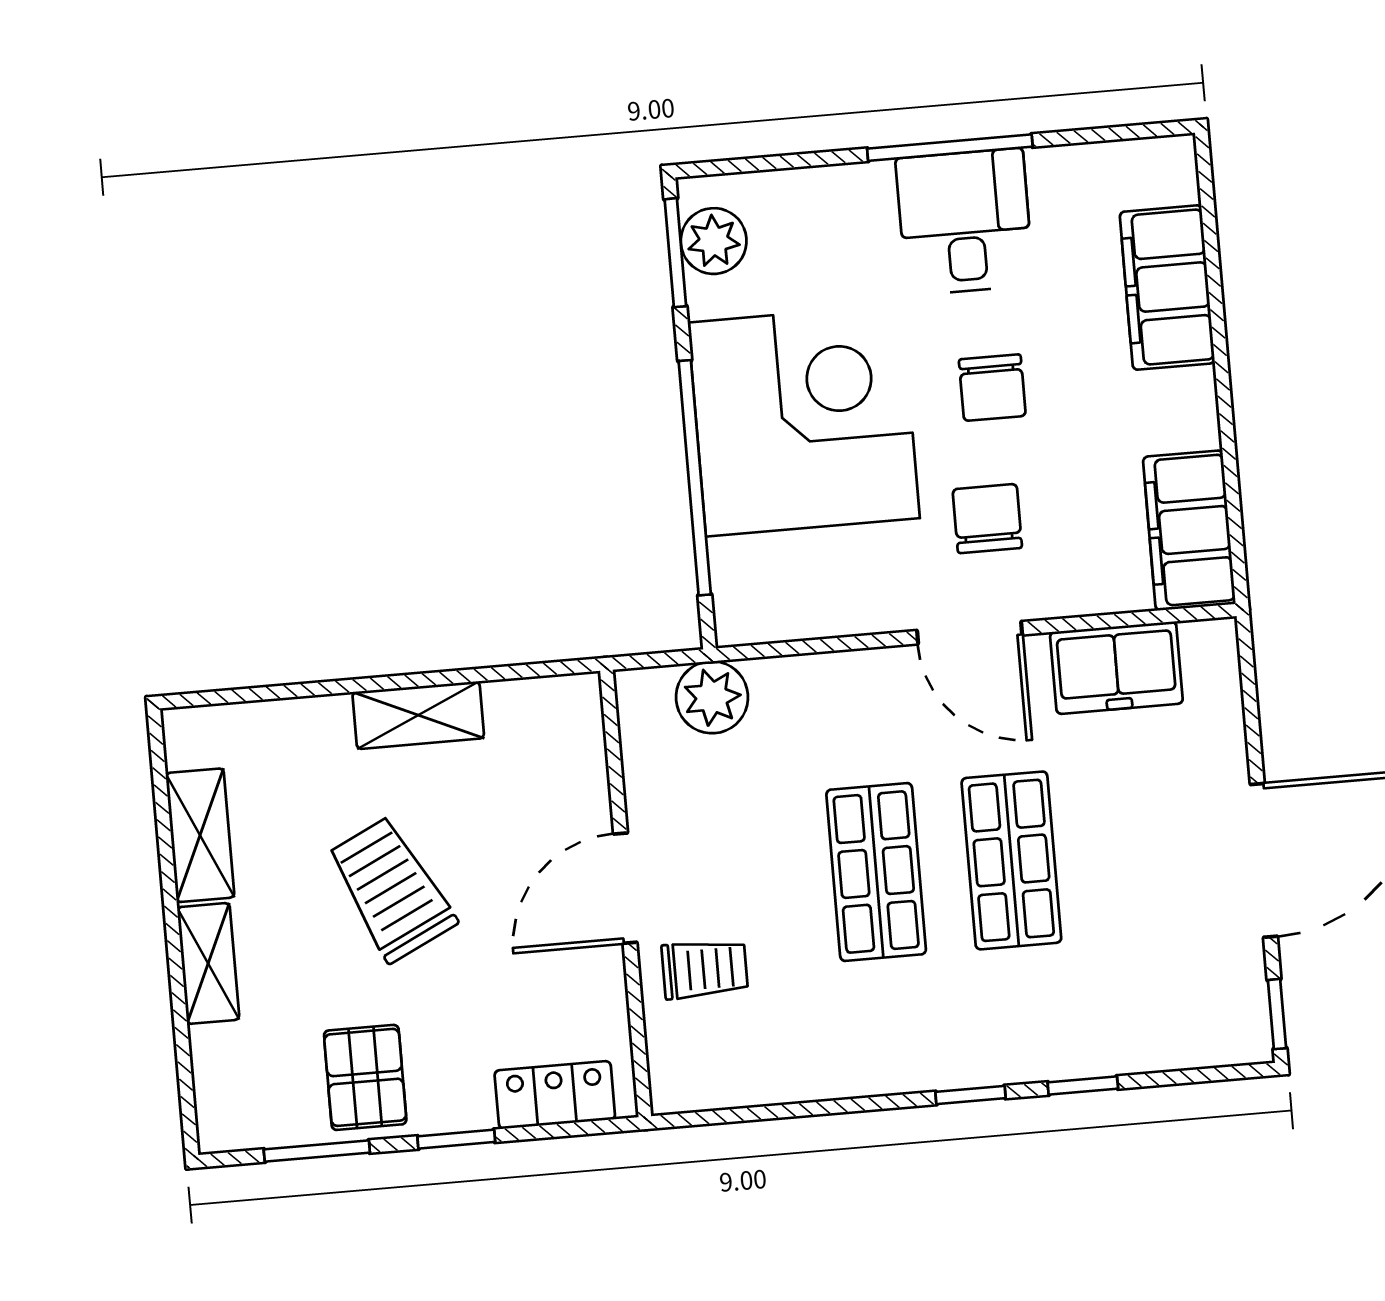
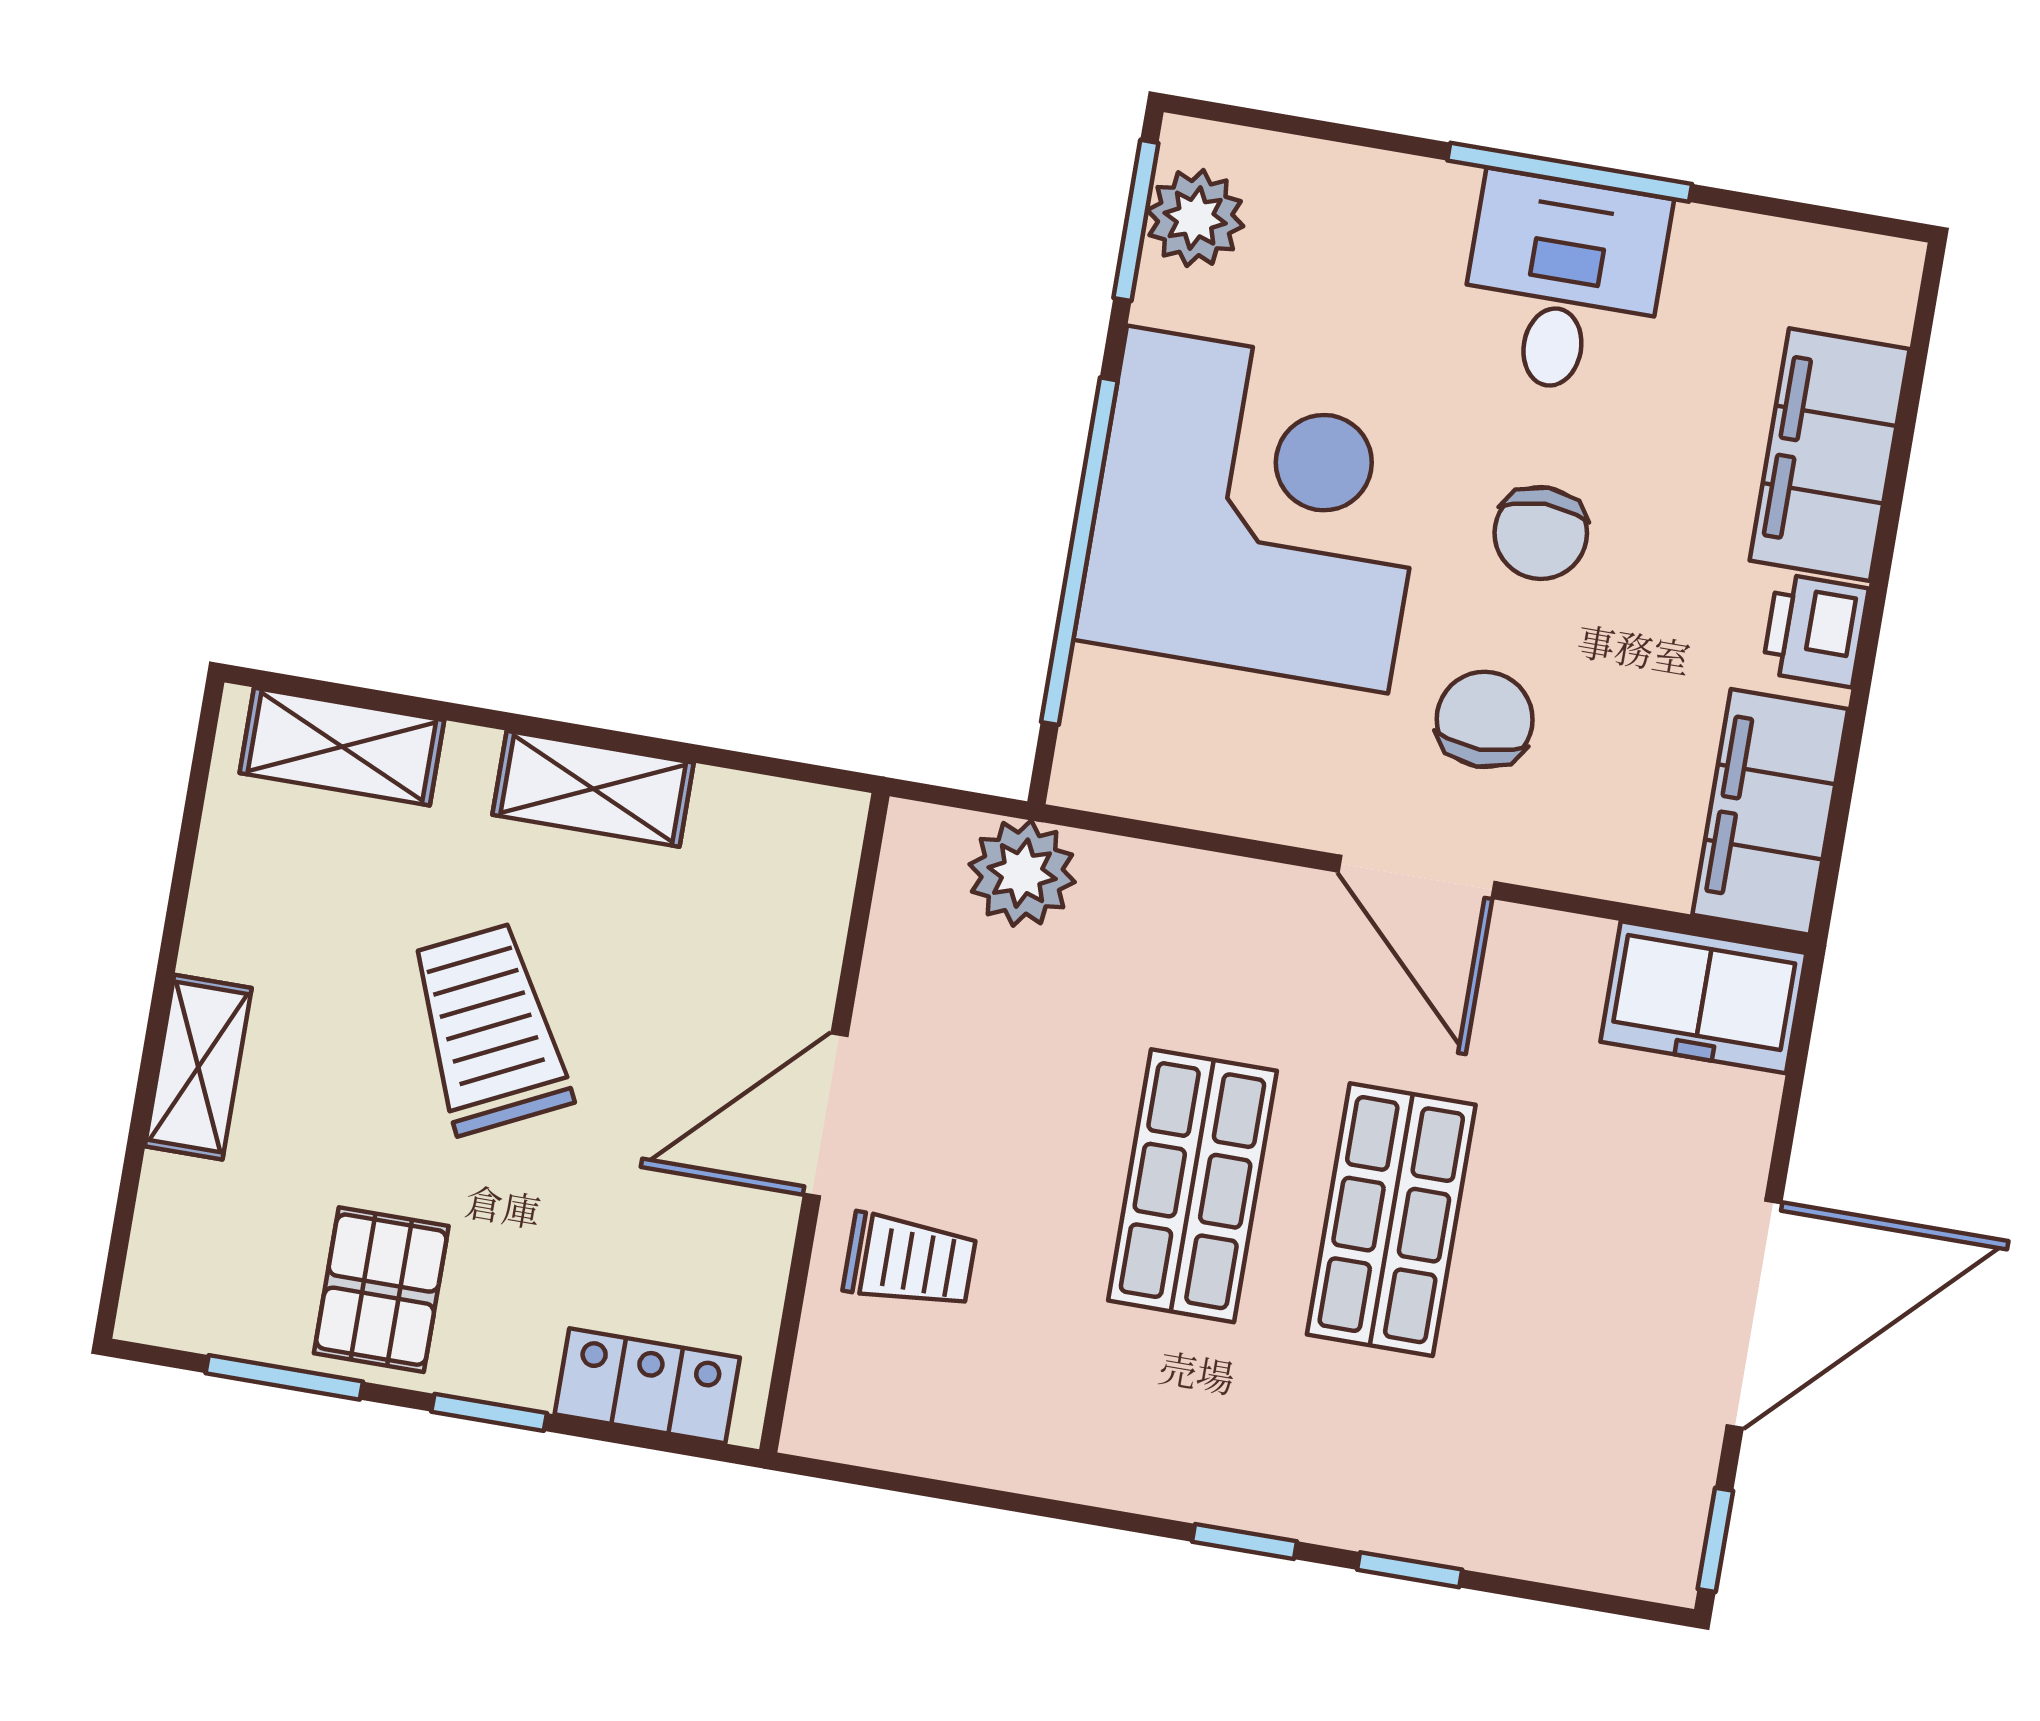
printer: (1188, 404) -> (1815, 630), added
freezer: (1116, 668) -> (1703, 997), moved
shelving: (200, 835) -> (342, 747), moved, turned 90

